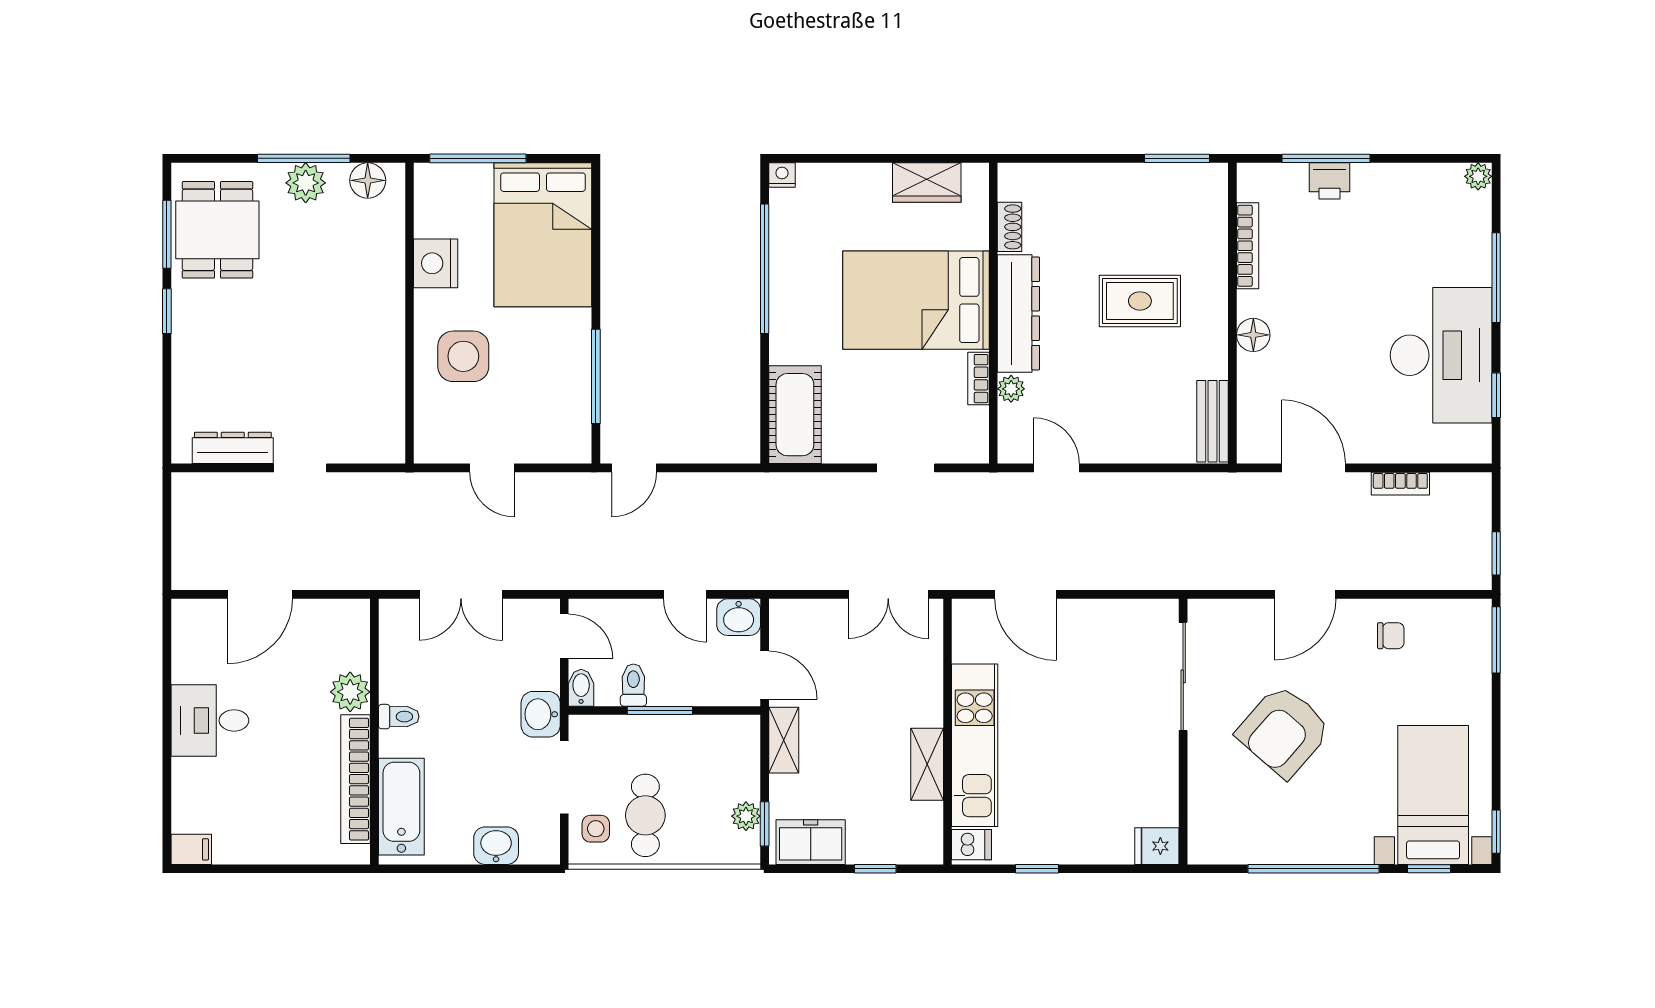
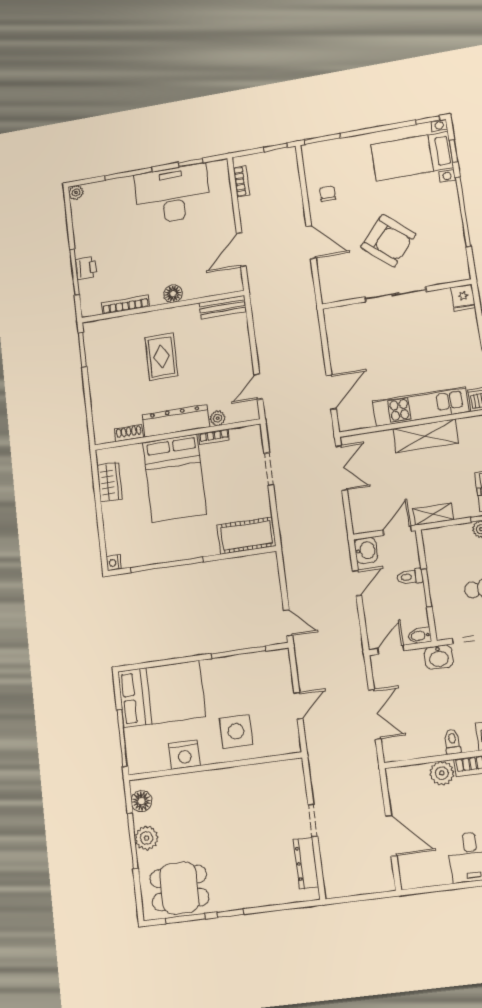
bookcase: (1400, 484) -> (241, 181), moved
sliding door: (1183, 676) -> (396, 294), moved
toilet: (633, 685) -> (410, 577), moved
shelving: (927, 764) -> (426, 436), width x1.50, depth x1.33

